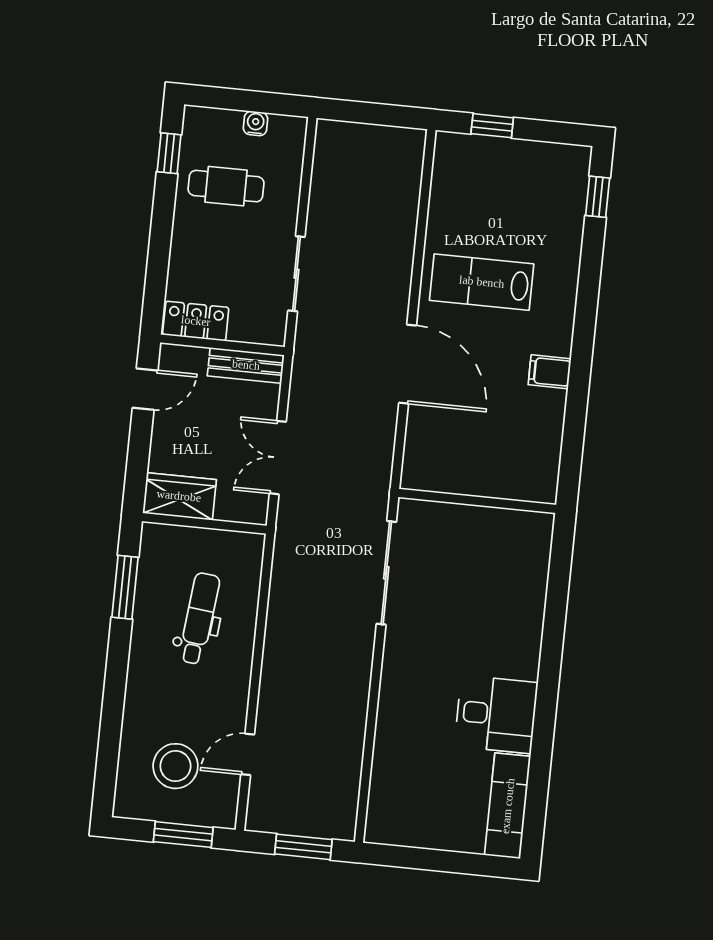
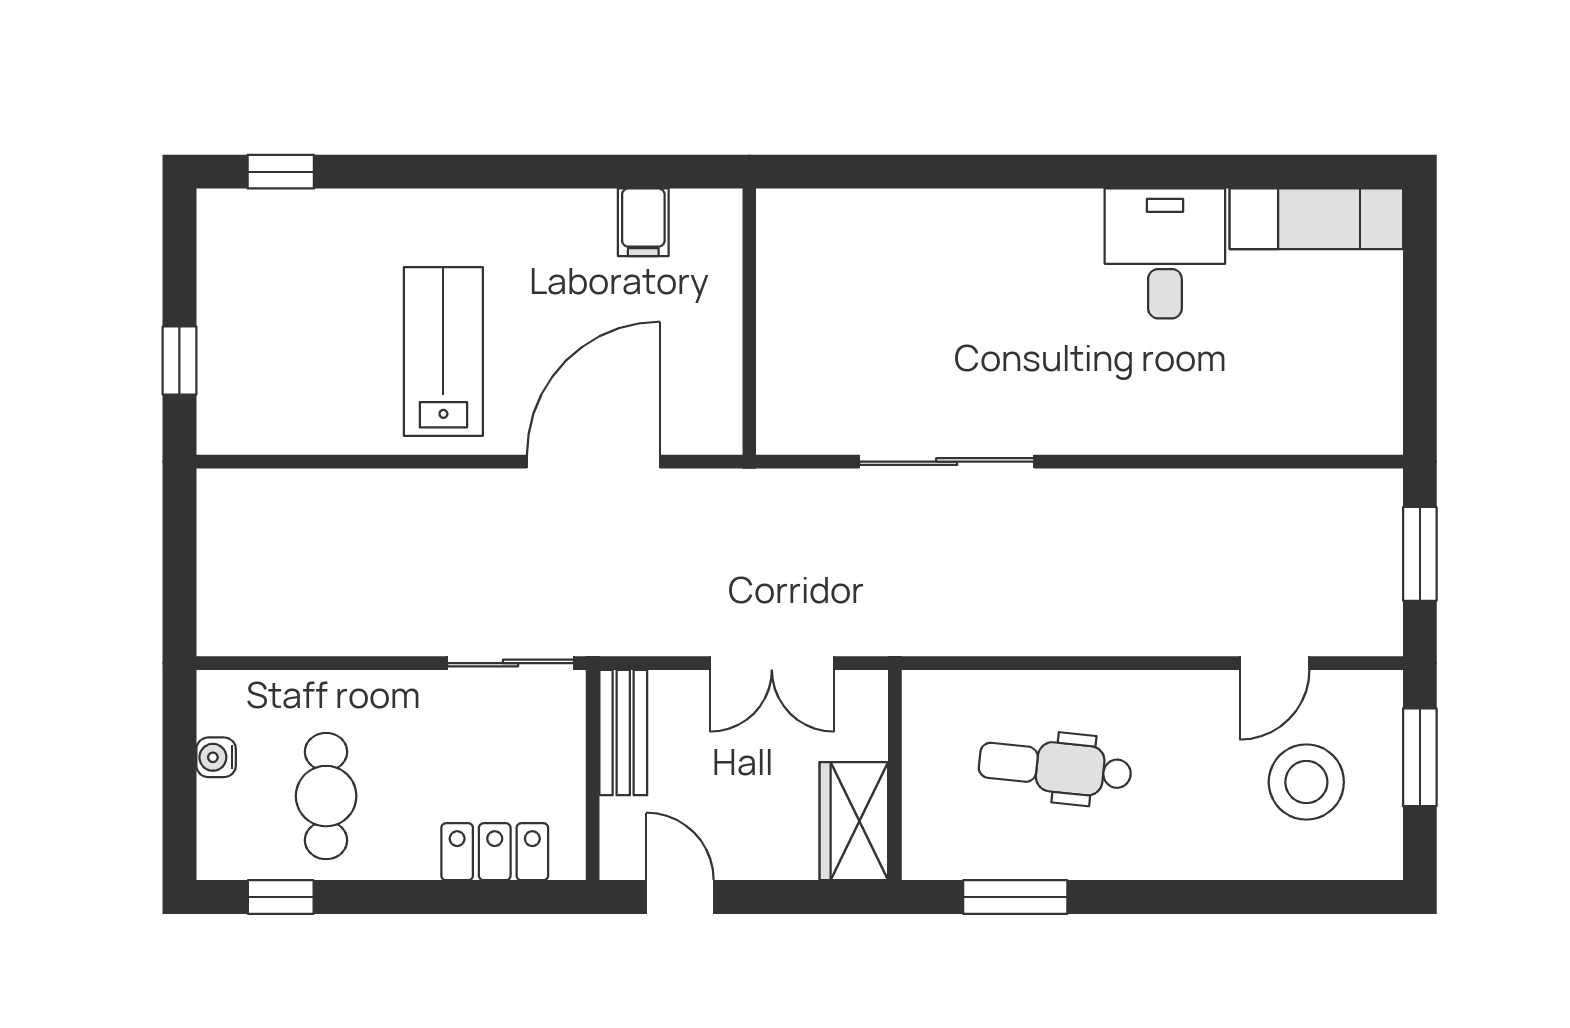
sliding door: (296, 274) -> (510, 663), moved
lab bench: (482, 282) -> (443, 351), turned 180
locker: (196, 321) -> (495, 852), moved, turned 90
filing cabinet: (550, 372) -> (643, 222), moved
wall: (477, 501) -> (749, 322), moved
door: (248, 754) -> (1275, 663), hinge flipped

